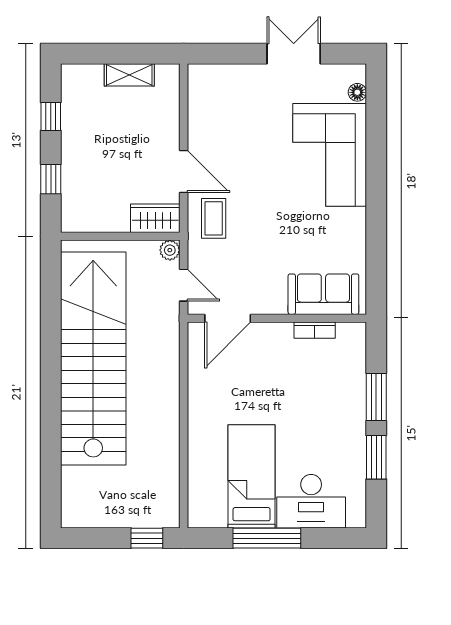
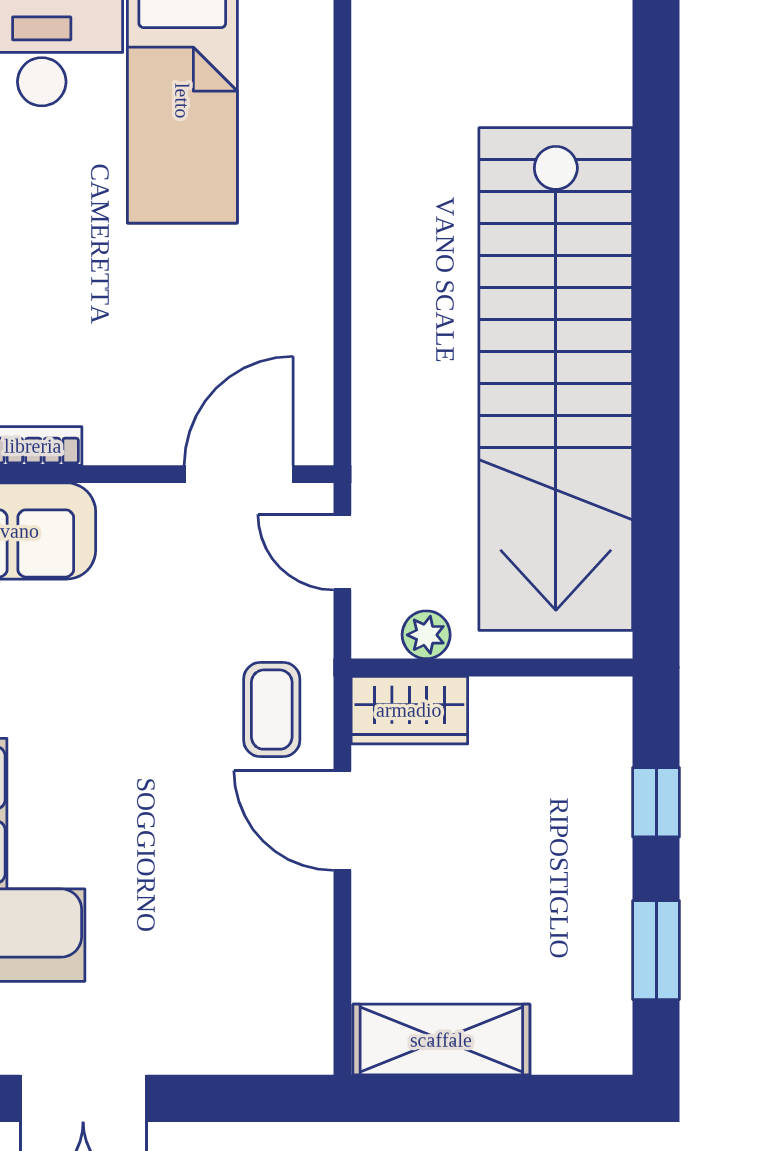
shelving: (129, 75) -> (441, 1040), width x1.50, depth x1.33
window: (51, 117) -> (656, 950), width x1.50
plant: (170, 250) -> (426, 635), moved

